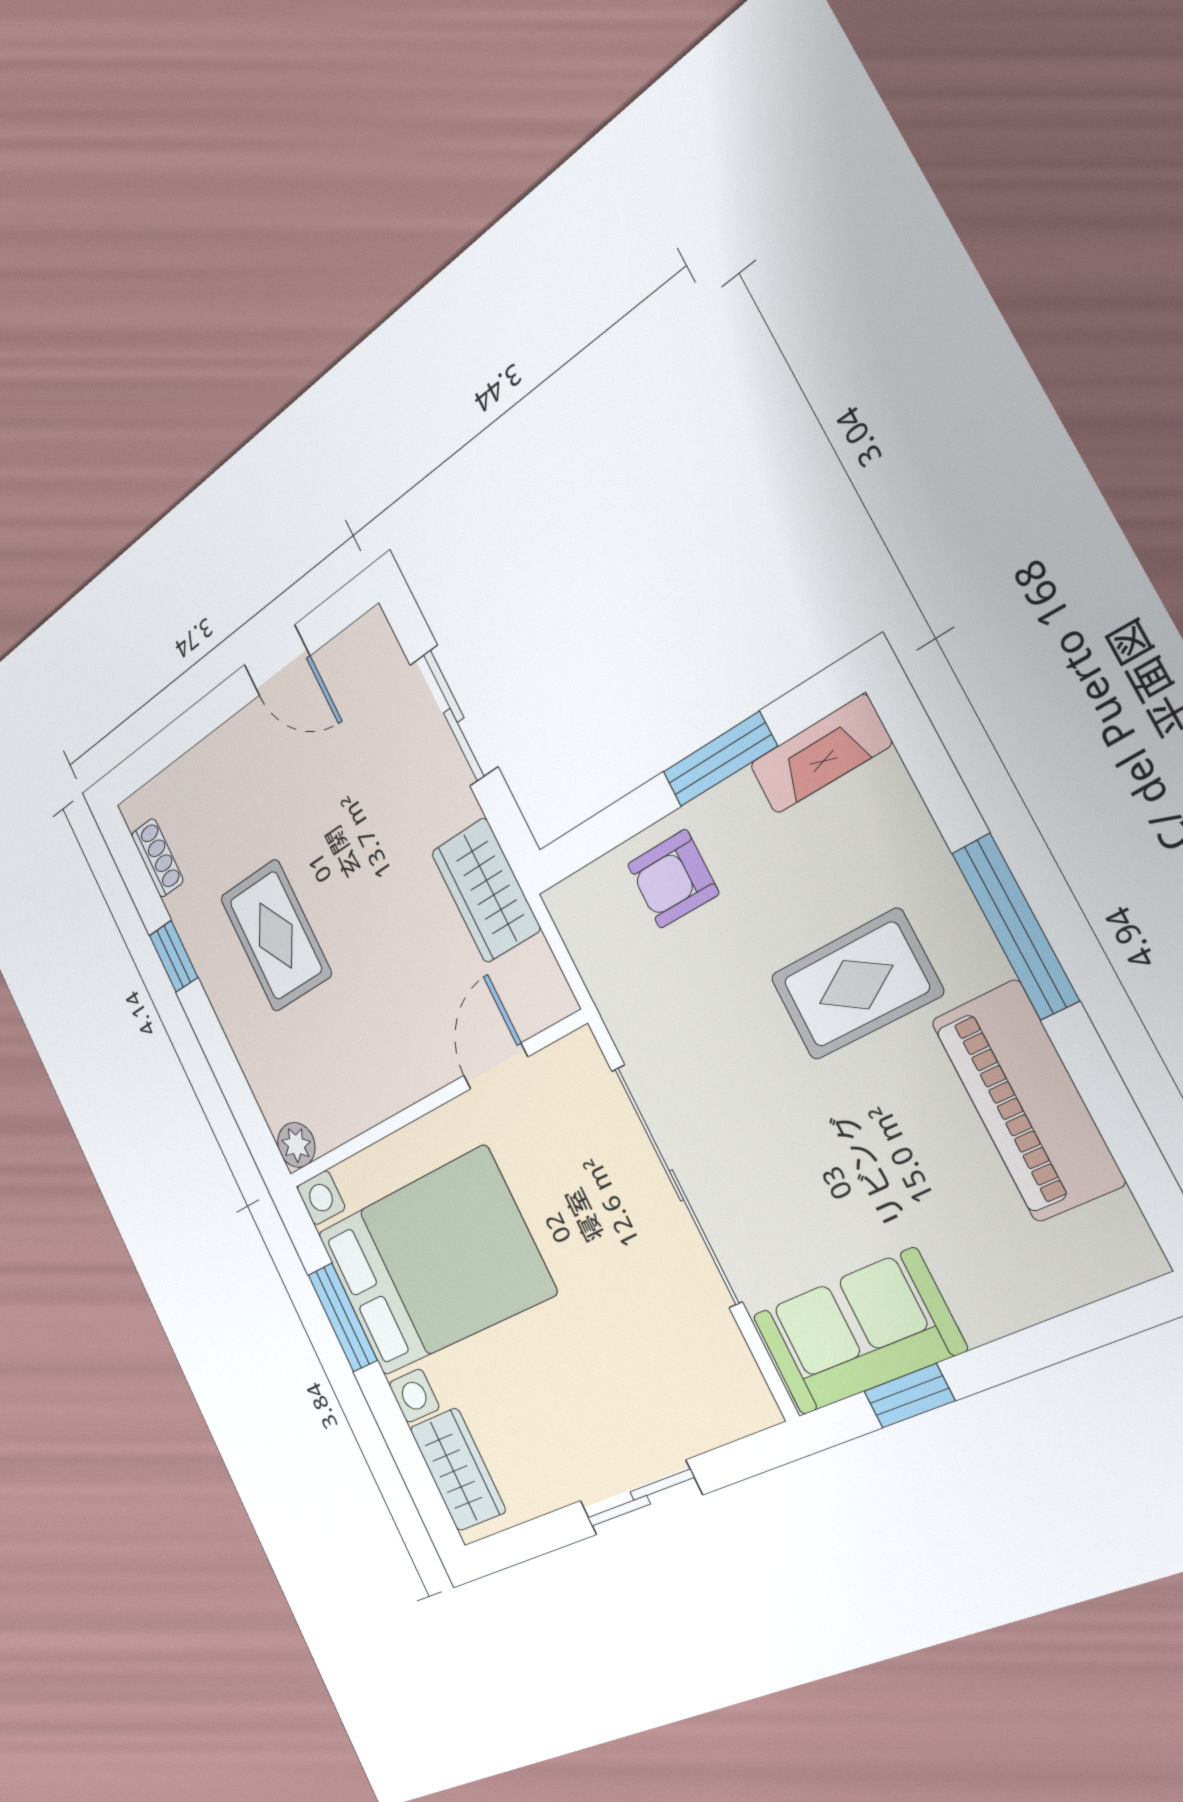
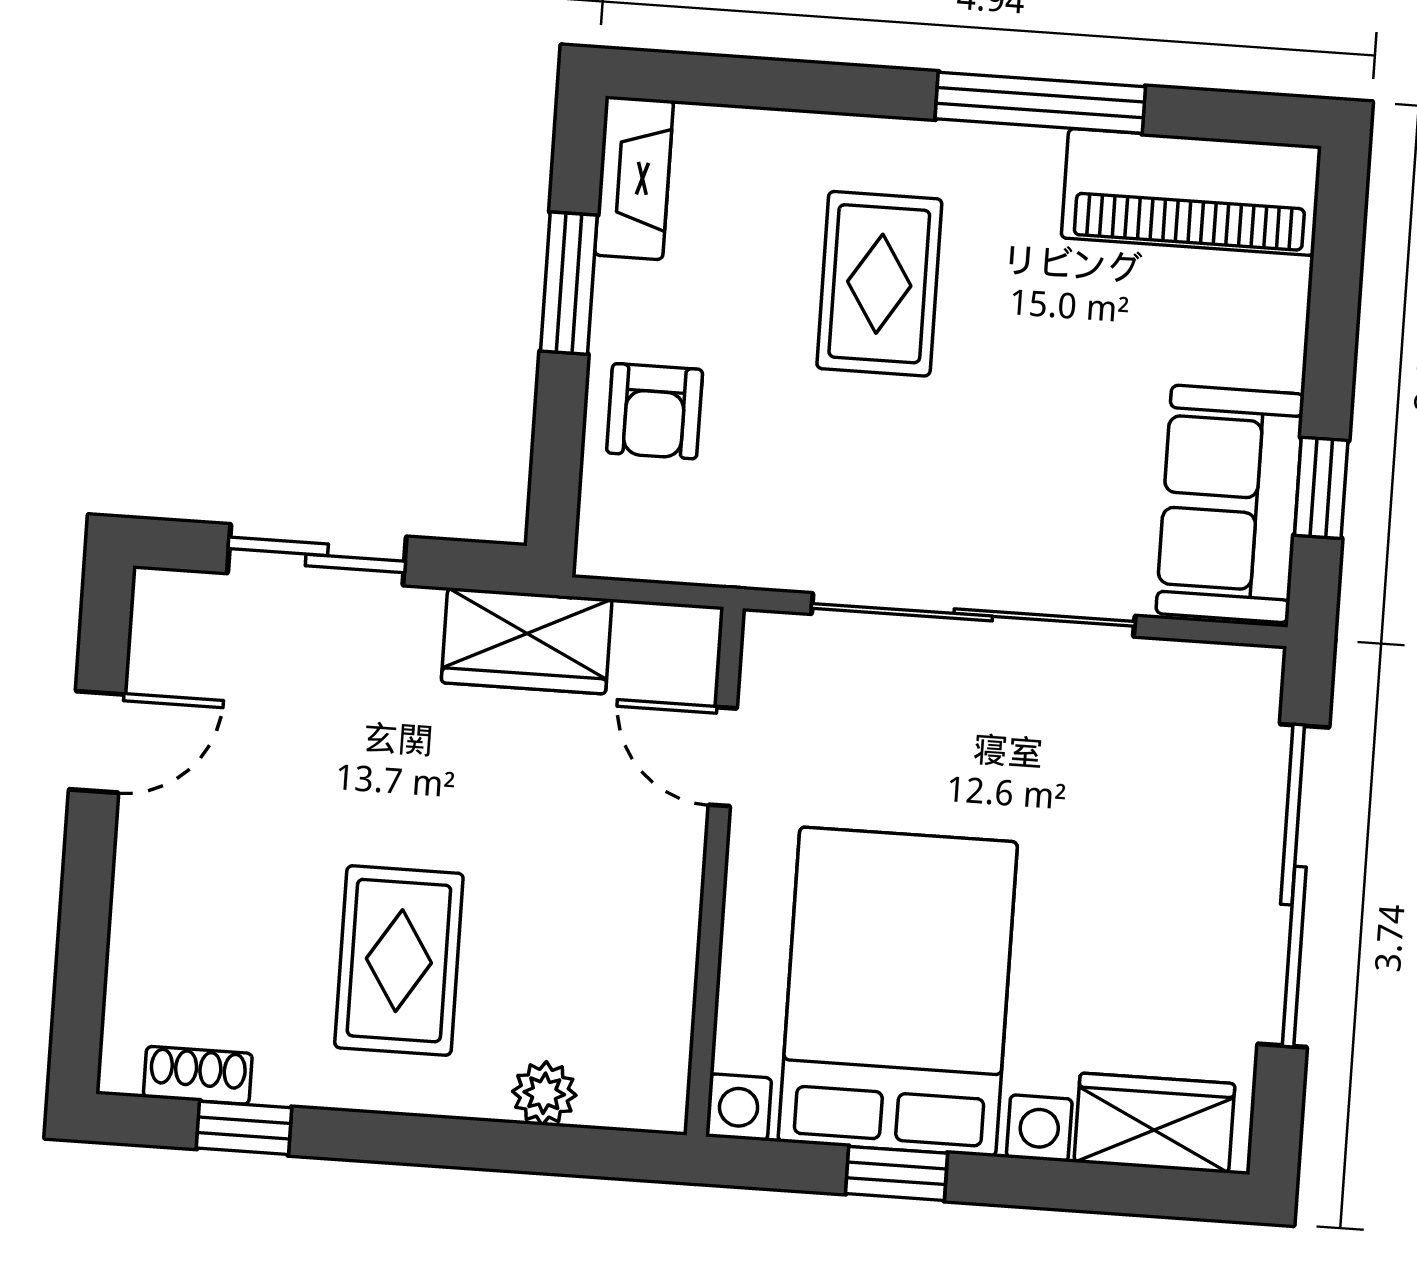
window: (1015, 927) -> (1040, 103), moved
rug: (276, 936) -> (399, 961), turned 90
window: (174, 956) -> (244, 1128), moved
piano: (1027, 1101) -> (1191, 192), moved
plant: (296, 1145) -> (544, 1093), moved
window: (343, 1317) -> (896, 1173), width x0.67
sliding door: (640, 1498) -> (1293, 886), width x1.86

